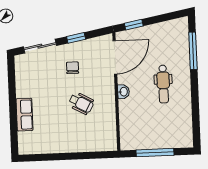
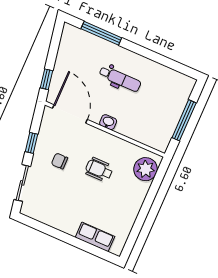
wheelchair: (81, 103) -> (99, 170), turned -119
row of seats: (24, 115) -> (95, 237), moved
plant: (100, 141) -> (146, 169), added

